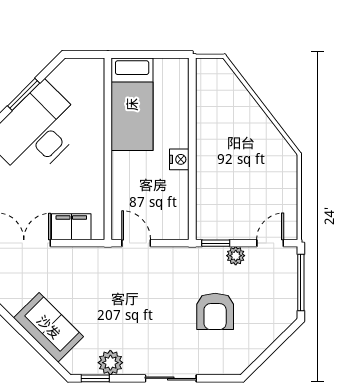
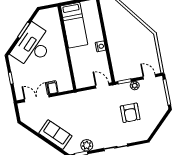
filing cabinet: (71, 227) -> (52, 87), width x0.50
door: (136, 243) -> (102, 86), moved
door: (270, 243) -> (149, 77), hinge flipped

